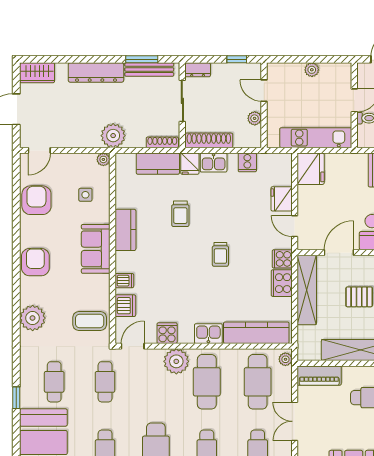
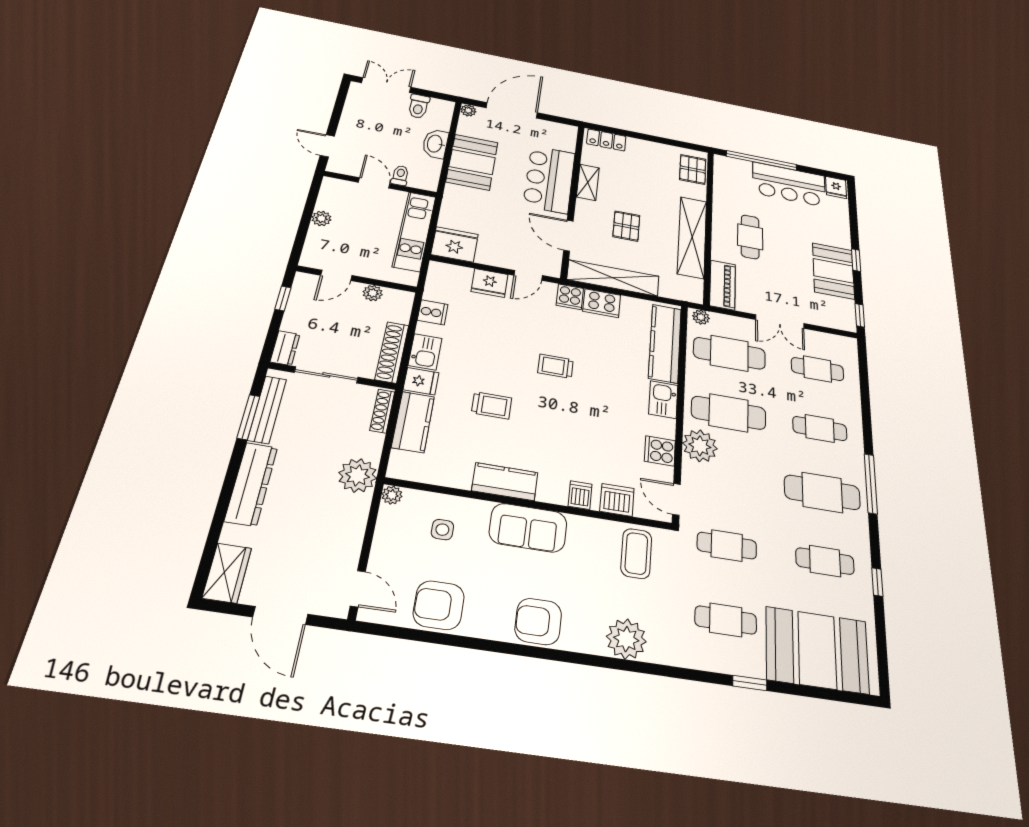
trolley: (220, 254) -> (556, 366), turned 180

